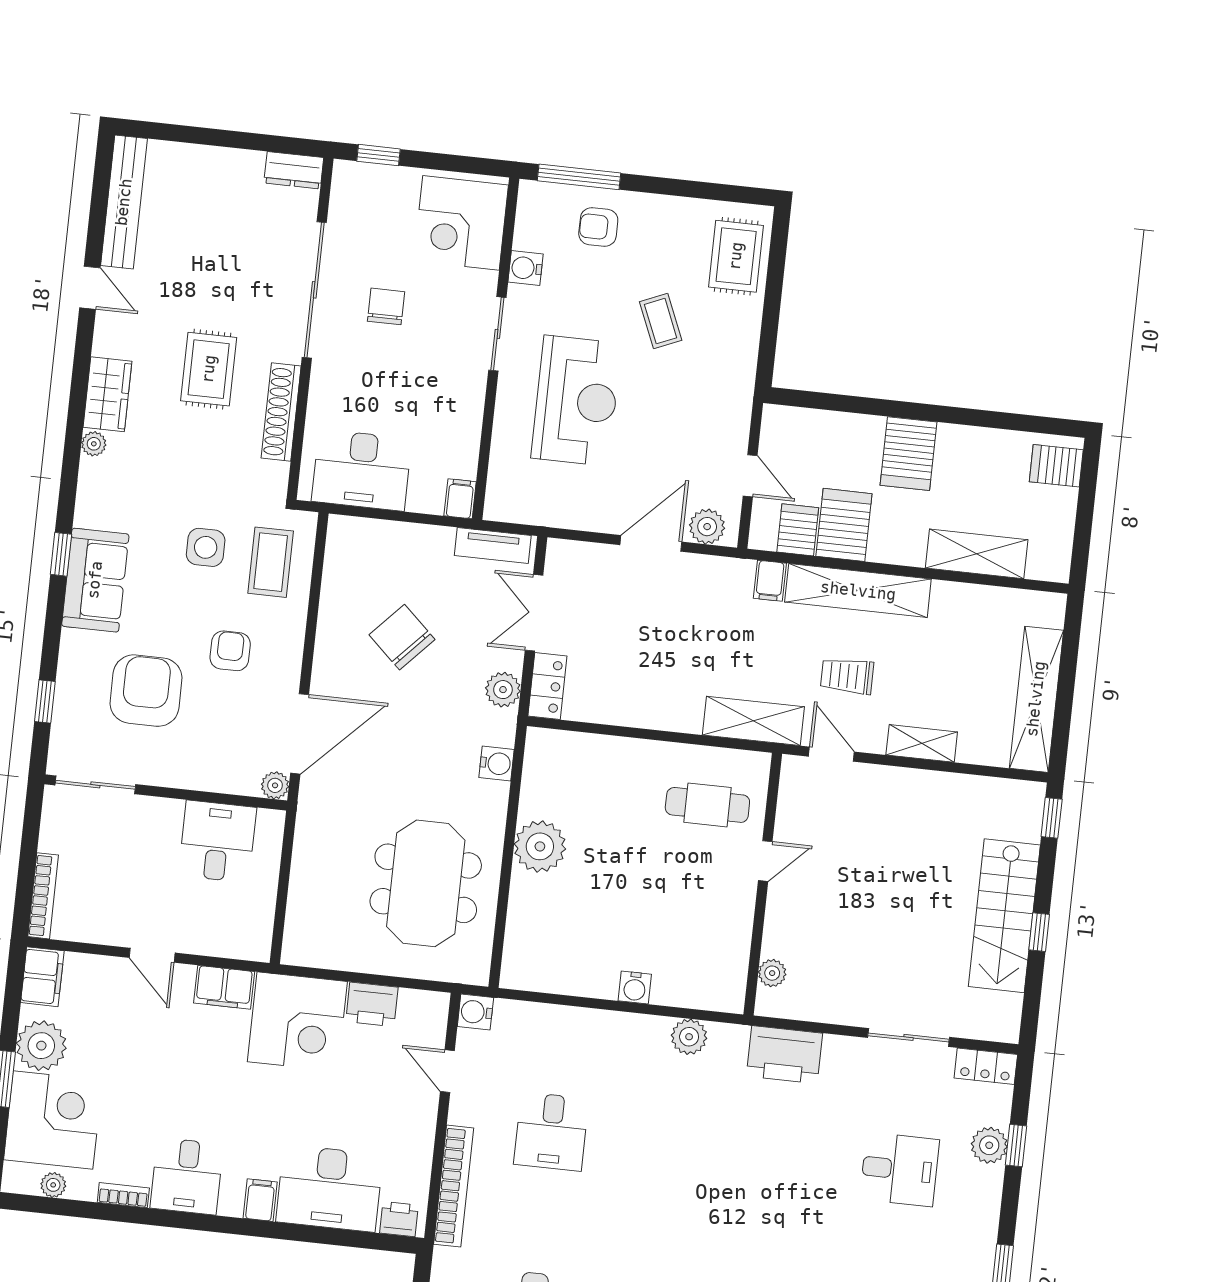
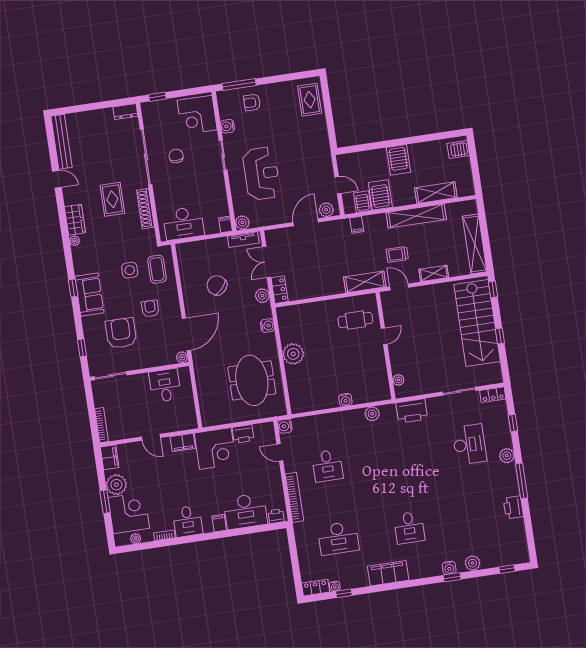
coffee table: (661, 321) -> (286, 133), removed
plant: (501, 505) -> (242, 223), added
shelving: (858, 591) -> (416, 216), moved
stairs: (1004, 916) -> (477, 323), width x1.36, depth x1.51
plant: (989, 1145) -> (507, 456), moved
desk: (900, 1169) -> (469, 444), width x1.37

